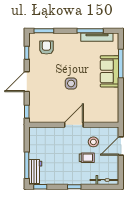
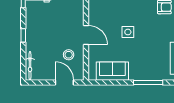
sofa: (110, 71) -> (112, 71), moved
trolley: (87, 158) -> (53, 48), removed

